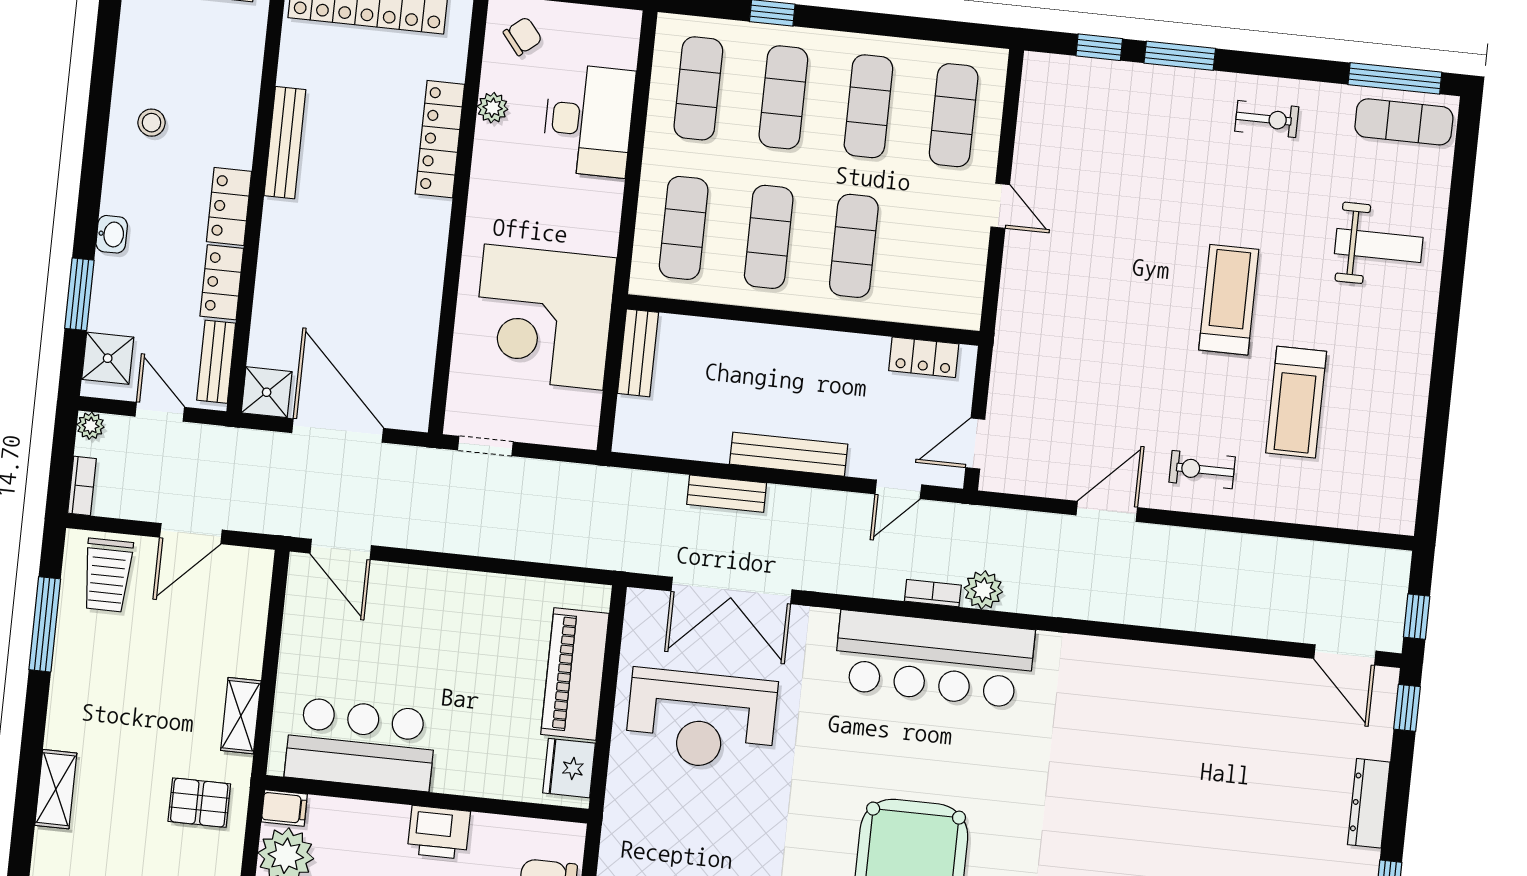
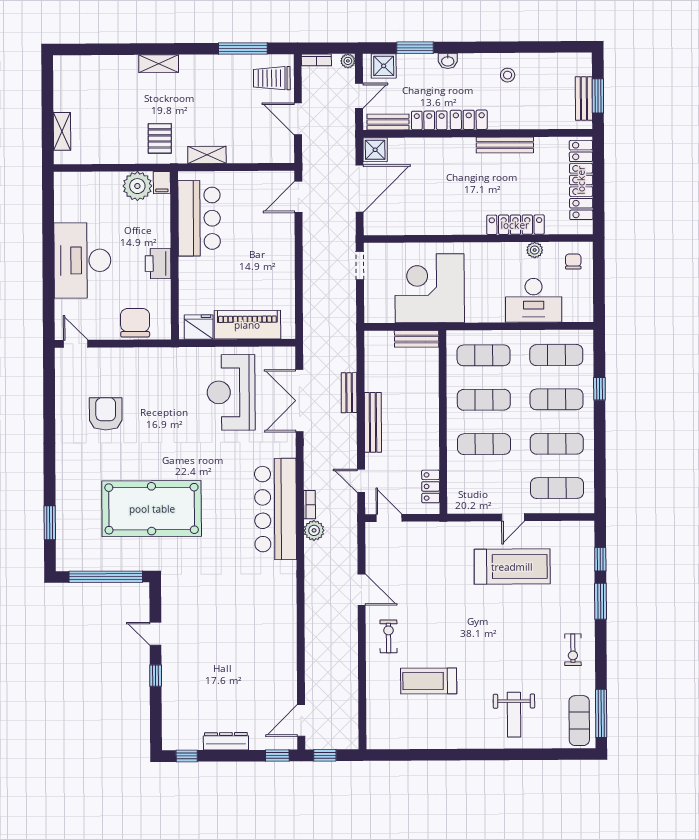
chair: (523, 36) -> (573, 261), turned -141
treadmill: (1229, 300) -> (512, 567), moved, width x1.37, depth x1.38

